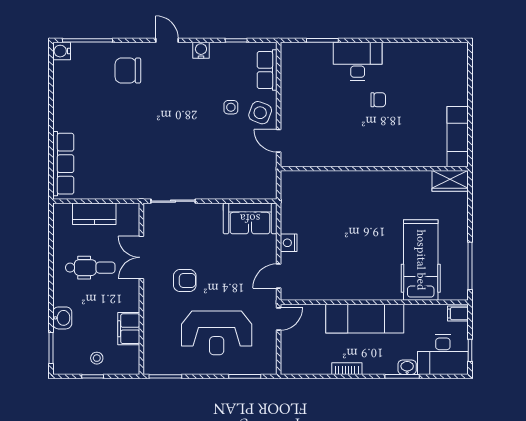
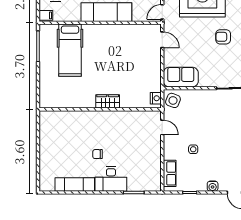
side table: (260, 113) -> (173, 100), moved
exam couch: (458, 137) -> (75, 185), moved, turned -90
wardrobe: (450, 181) -> (108, 101), moved
nightstand: (289, 243) -> (156, 98), moved
door: (279, 276) -> (162, 40), hinge flipped

